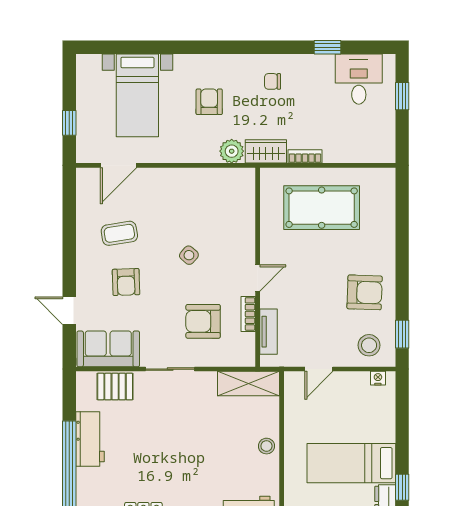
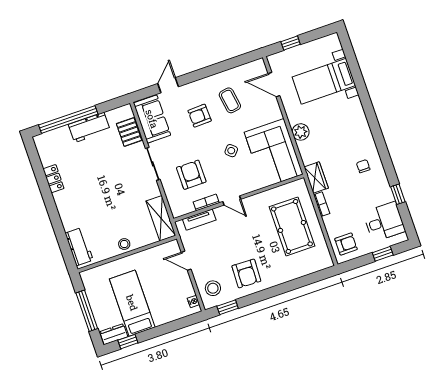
armchair: (209, 102) -> (346, 244), moved
plant: (232, 151) -> (301, 132), moved
corner sofa: (213, 198) -> (274, 153), added

